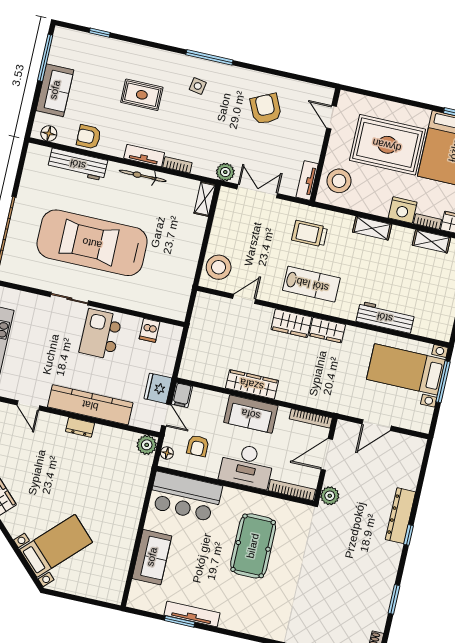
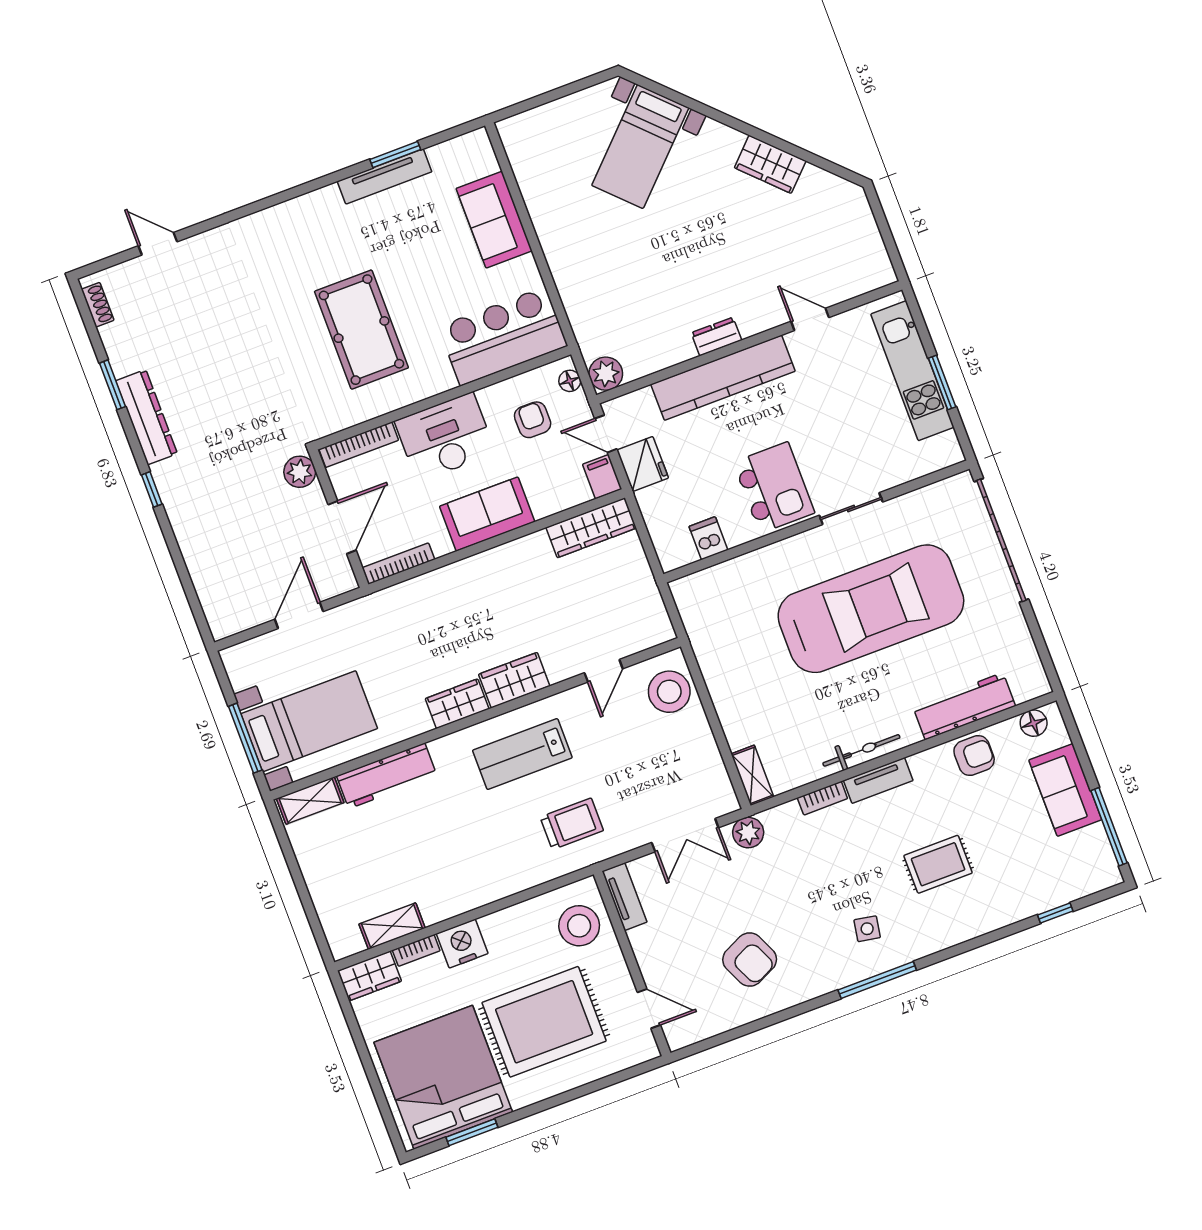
shelving: (372, 228) -> (310, 801), moved
wardrobe: (252, 384) -> (591, 528), moved
dresser: (400, 516) -> (147, 417), moved

